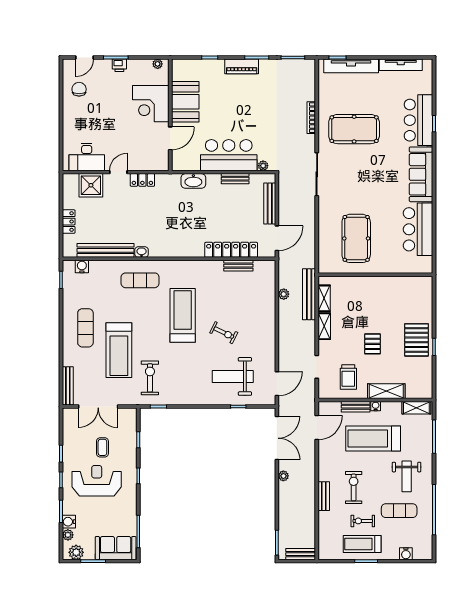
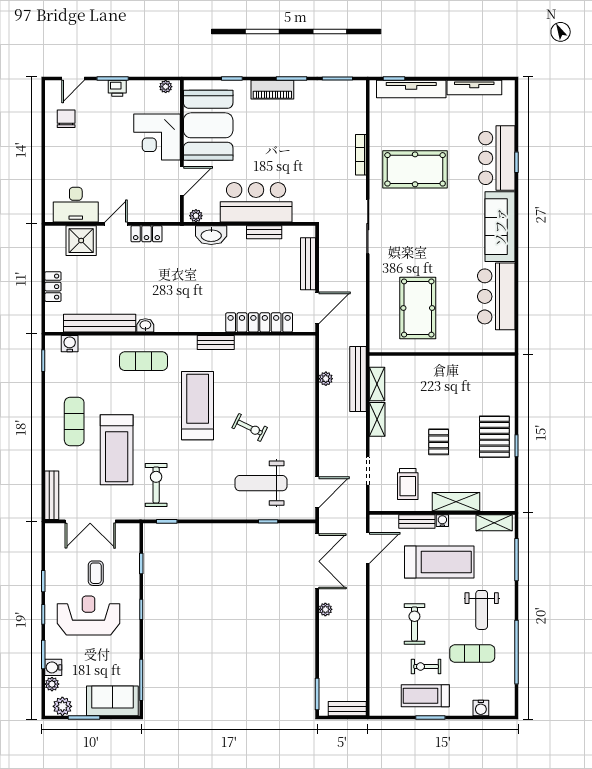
booth: (185, 102) -> (208, 125), width x1.36, depth x1.42
plant: (263, 166) -> (196, 216), moved
bench: (238, 266) -> (216, 342), moved
treadmill: (373, 439) -> (439, 562), turned 180
bench: (324, 496) -> (377, 635), removed

